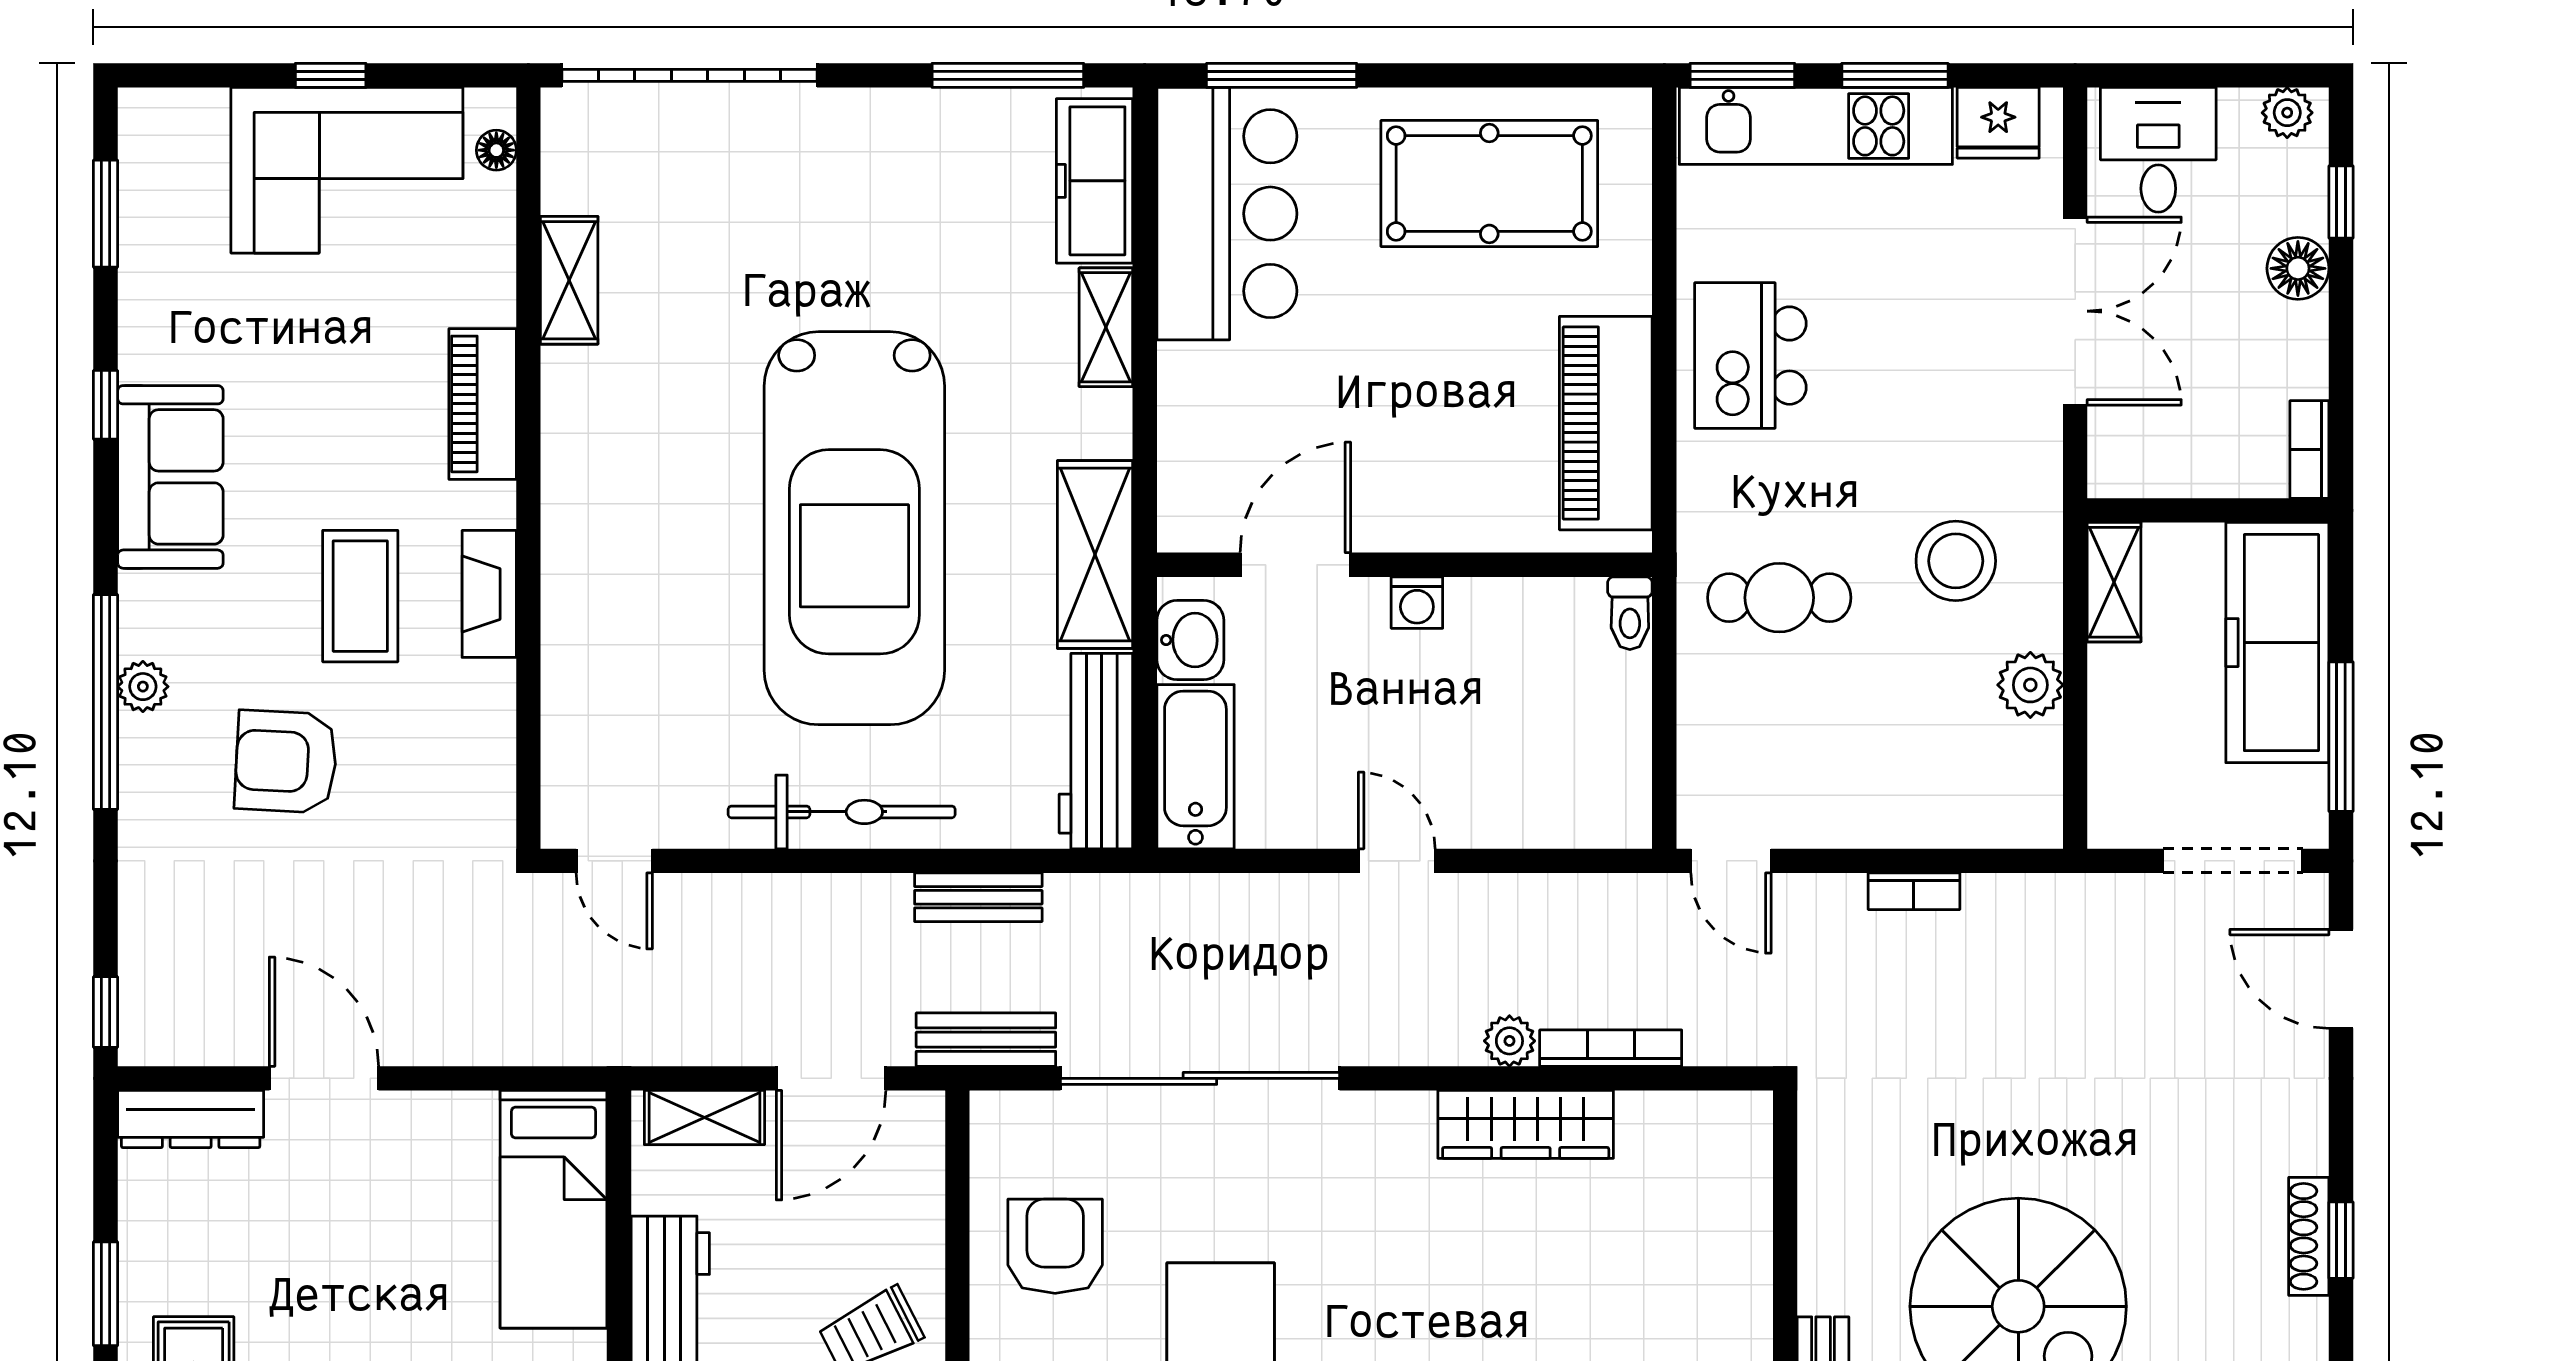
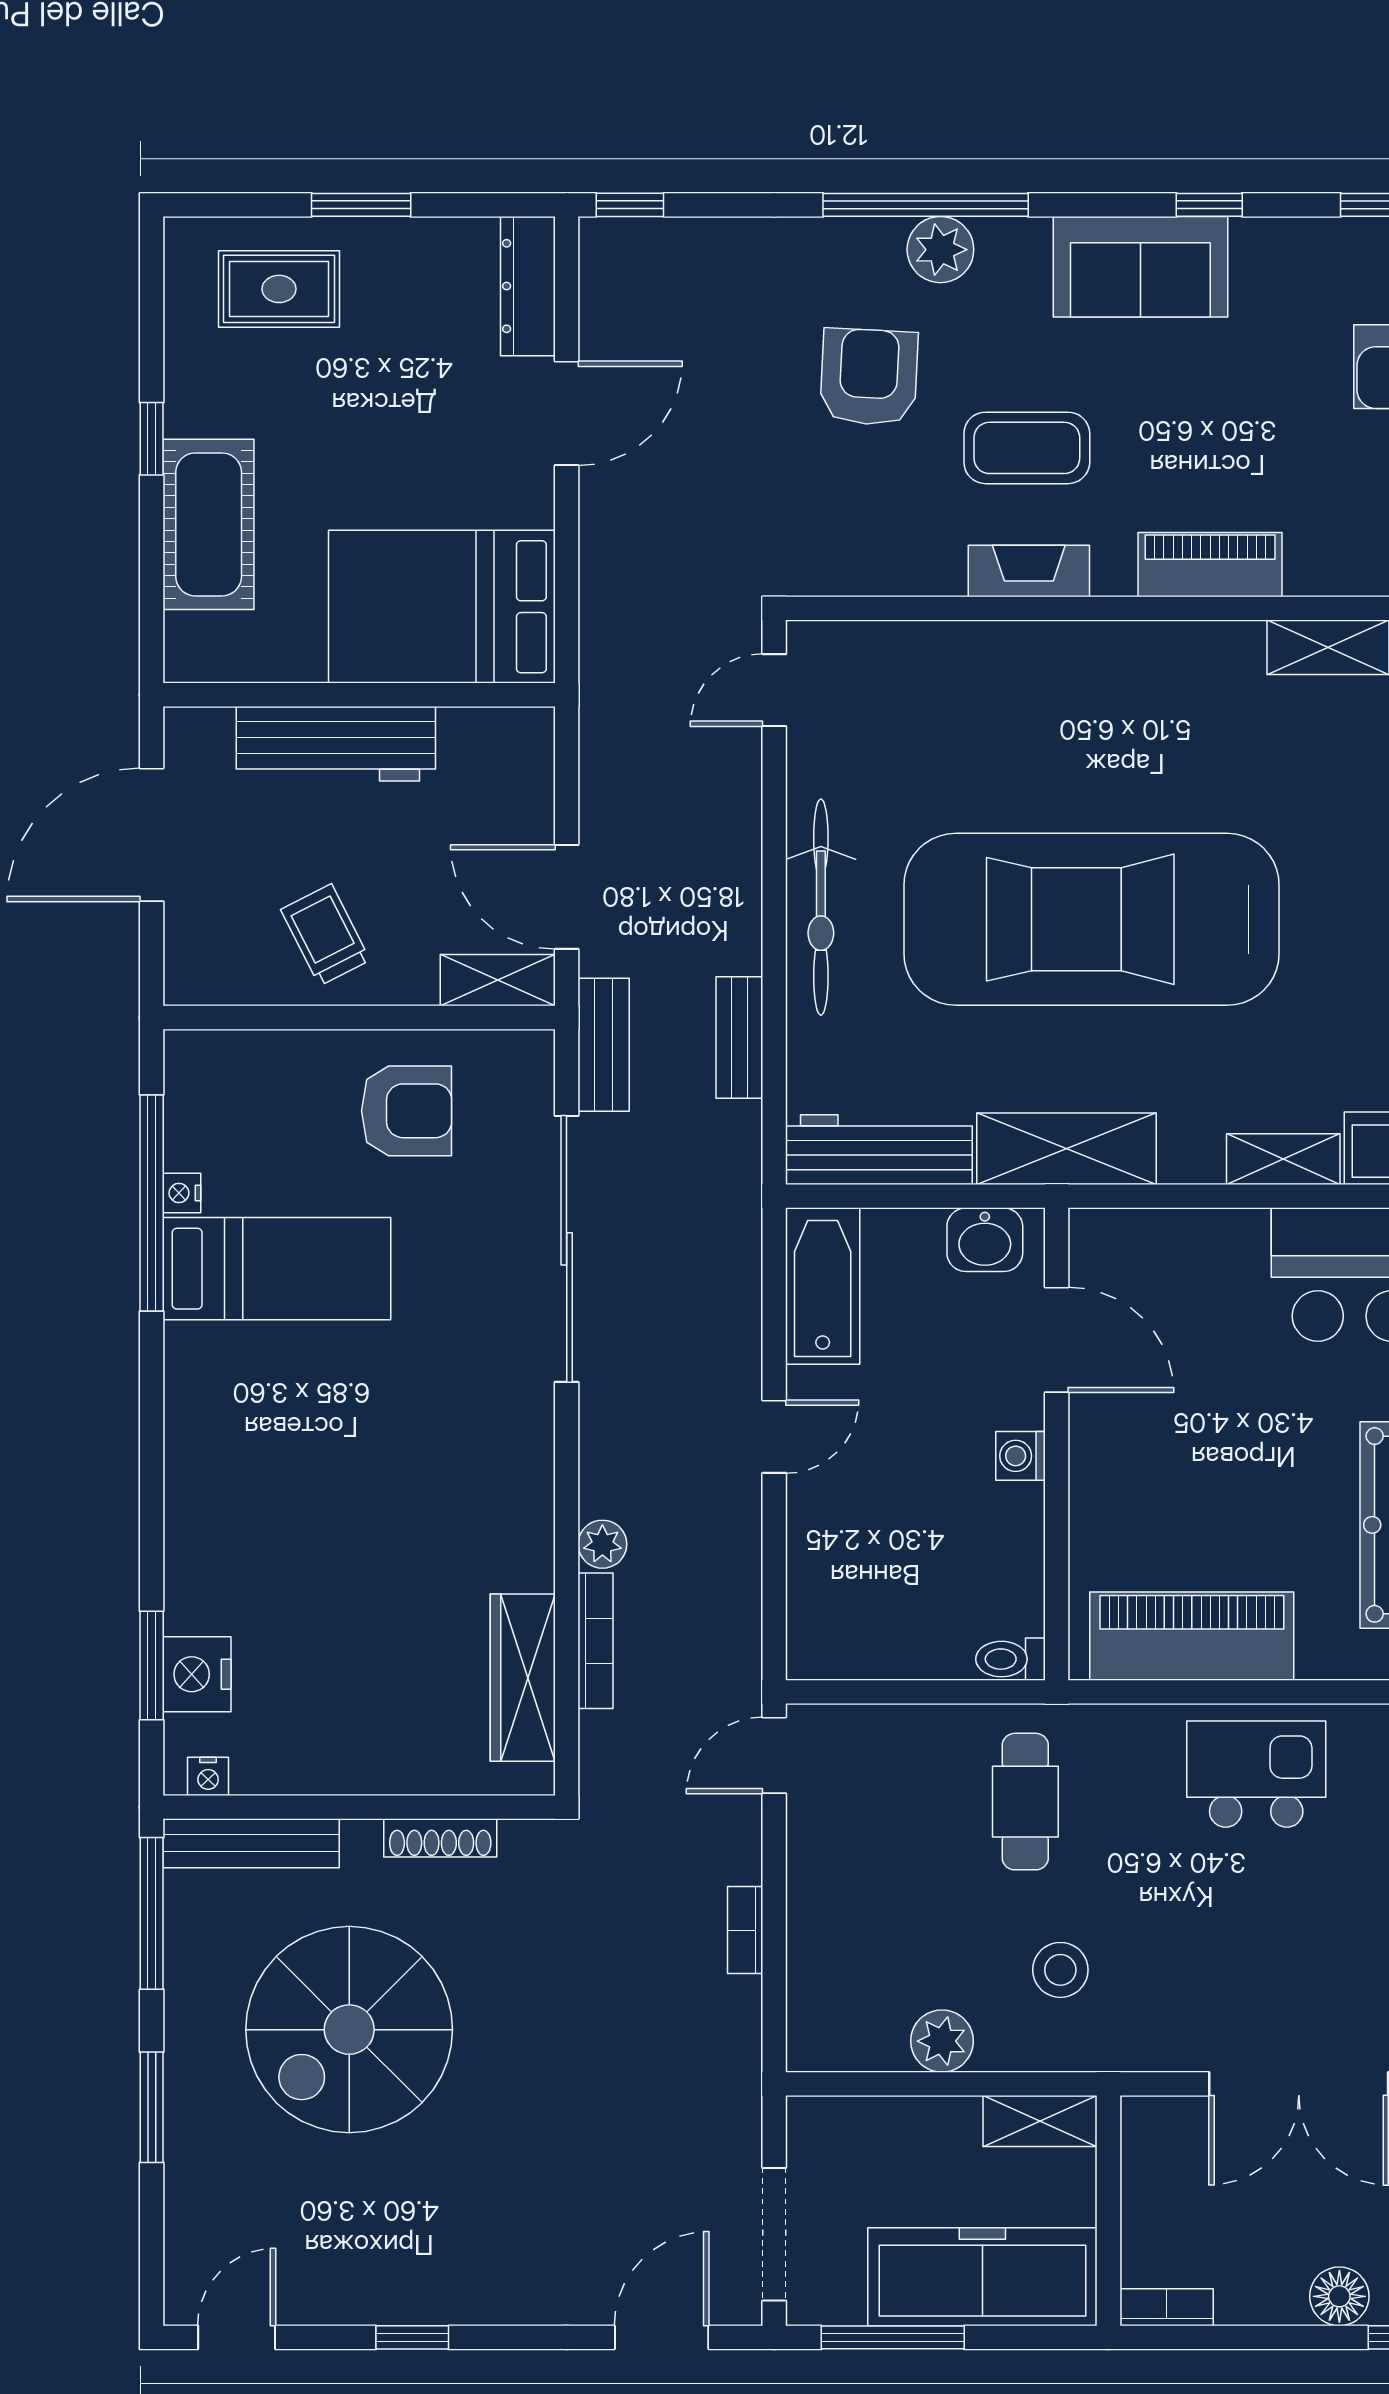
stool: (1956, 561) -> (1060, 1970), width x0.73, depth x0.73
plant: (143, 687) -> (940, 250), width x1.38, depth x1.38
bathtub: (1195, 767) -> (823, 1286), moved, turned -90
shelving: (704, 1118) -> (498, 980), moved, turned 90
wardrobe: (1526, 1124) -> (523, 1678), moved
bed: (553, 1209) -> (442, 607), width x1.50
shoe rack: (2309, 1236) -> (440, 1838), moved, turned 180

